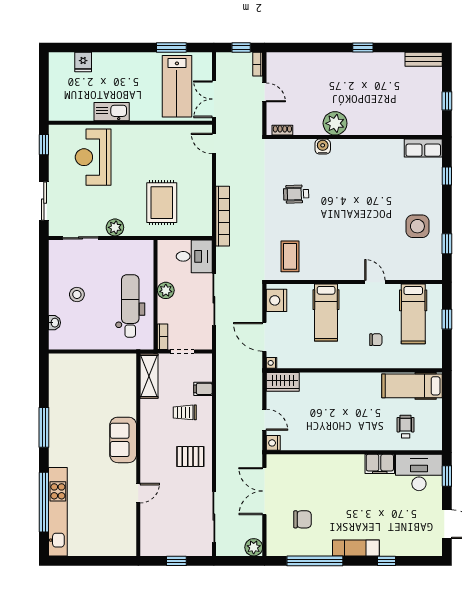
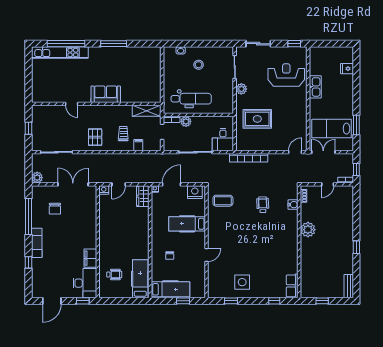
water cooler: (323, 147) -> (293, 205), moved
plant: (166, 290) -> (186, 121), moved
hospital bed: (413, 314) -> (170, 289), moved, turned 180

